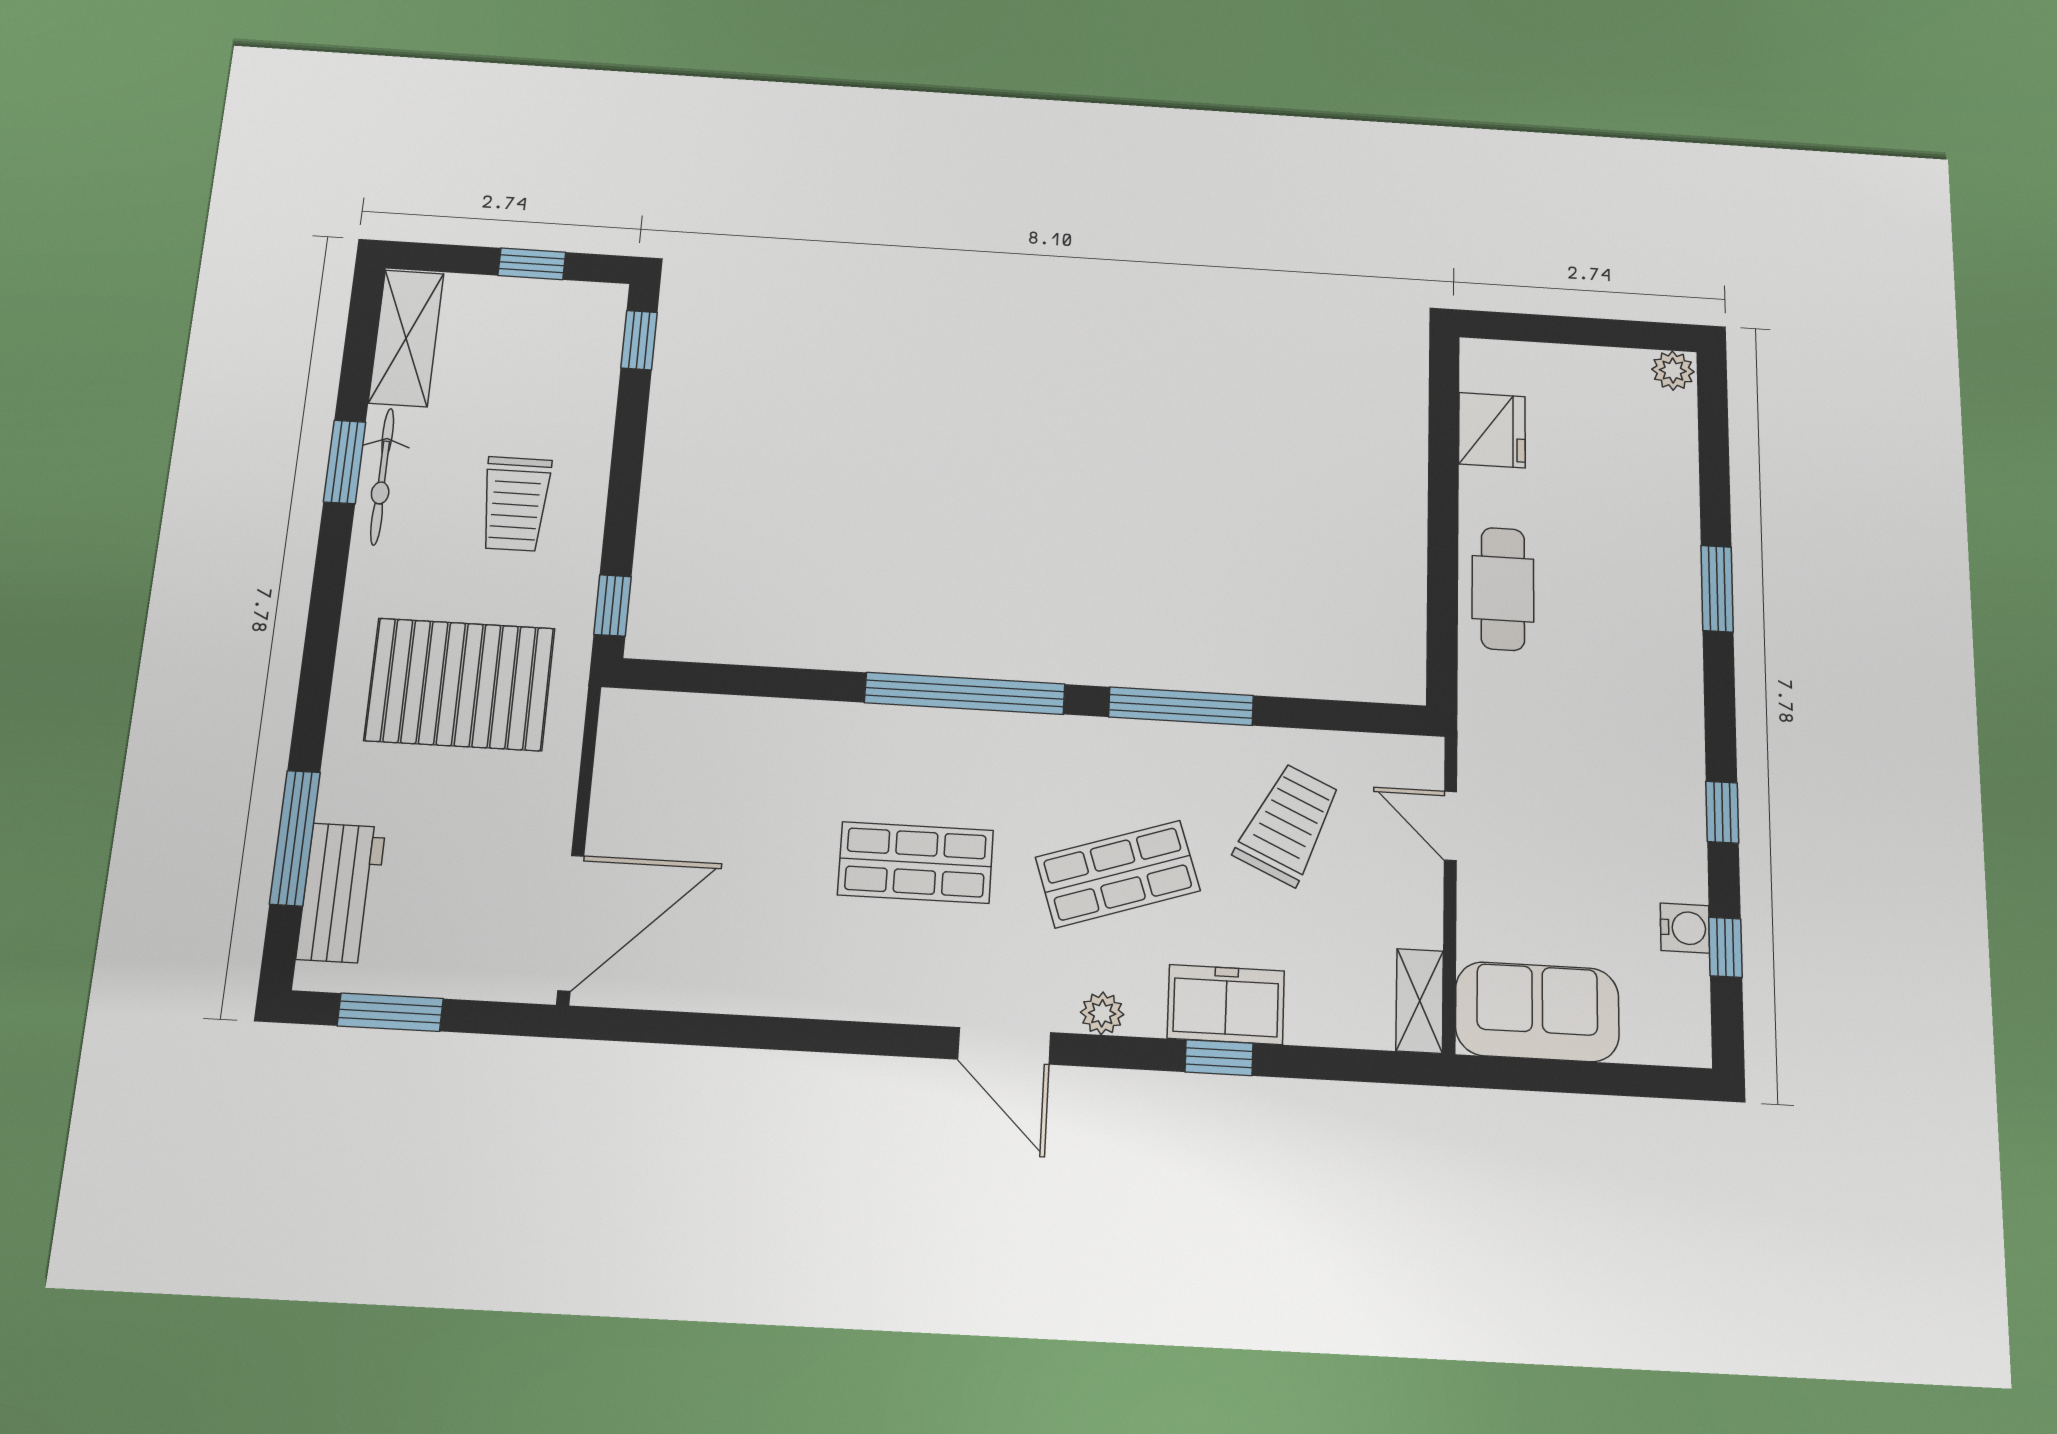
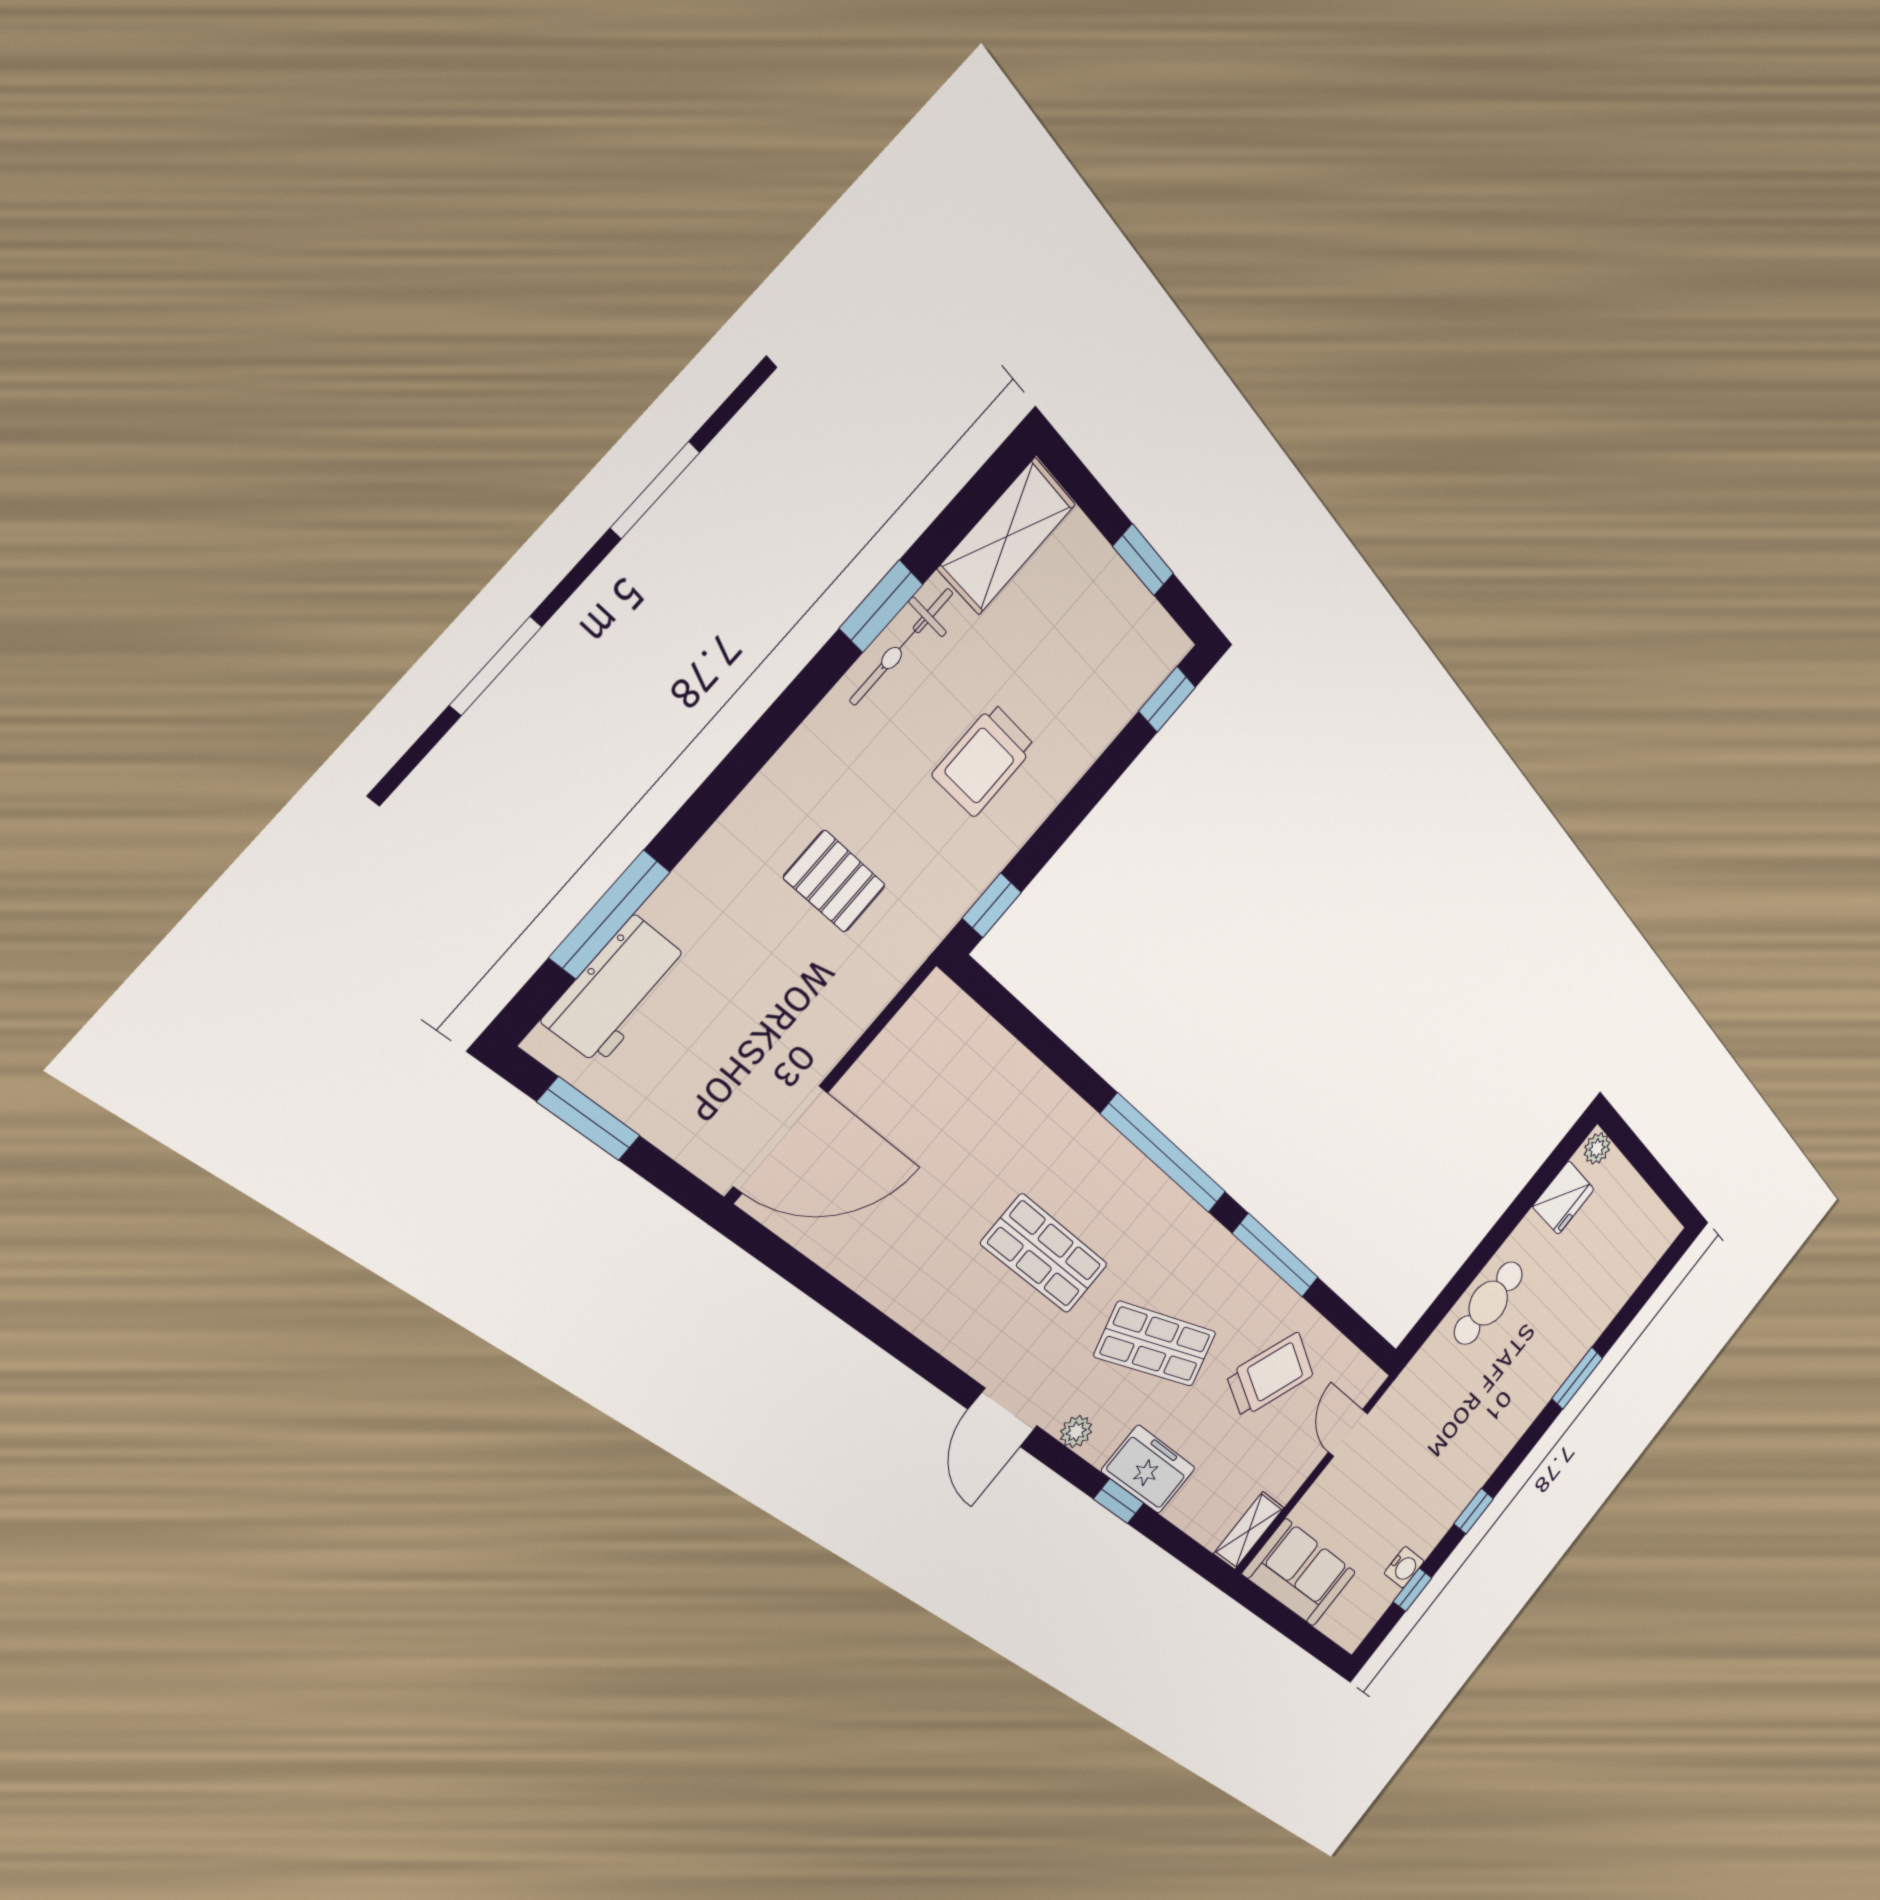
plant: (1673, 371) -> (1597, 1148), moved
pallet: (460, 684) -> (835, 881), width x0.49, depth x0.50

